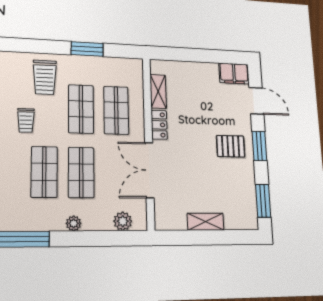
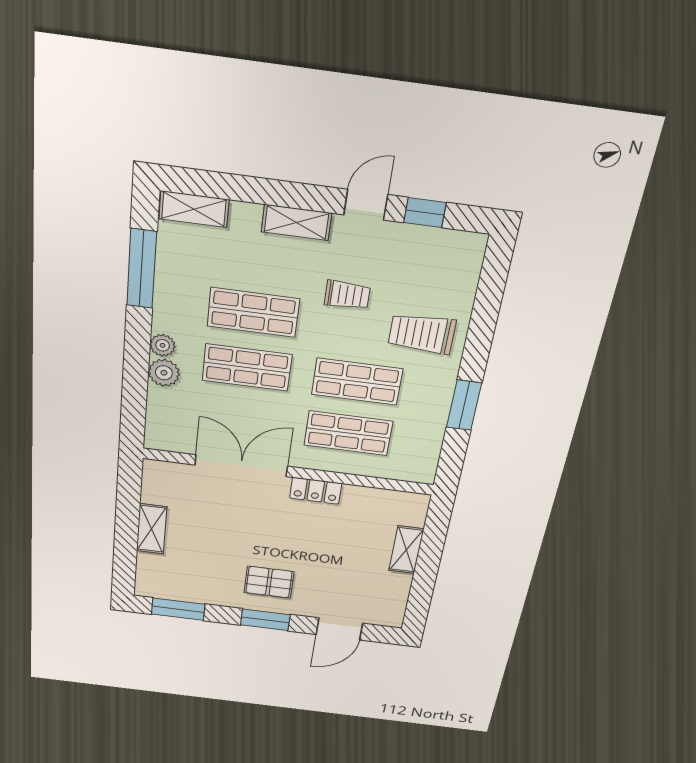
filing cabinet: (234, 73) -> (389, 607), removed
shelving: (158, 91) -> (406, 550), moved, turned 90
trolley: (26, 120) -> (347, 295), turned 180
pallet: (231, 146) -> (269, 582), turned 90
plant: (123, 221) -> (164, 373), moved

